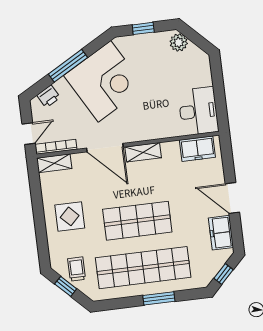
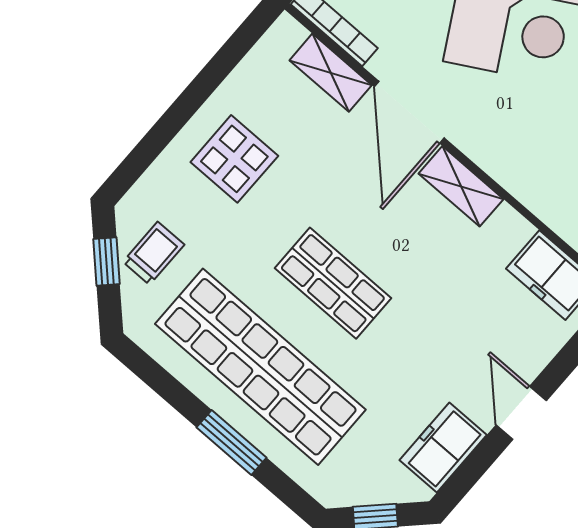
shelving: (54, 163) -> (331, 73), moved
door: (232, 198) -> (521, 413), width x0.73
shop shelf: (137, 221) -> (333, 283), width x0.70, depth x0.74

